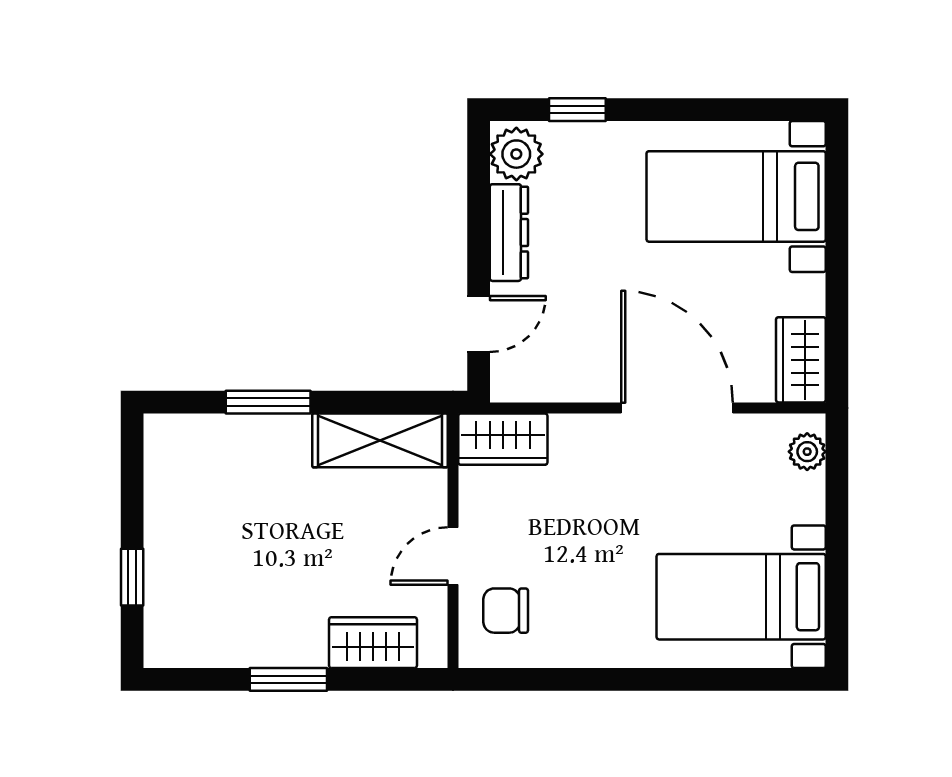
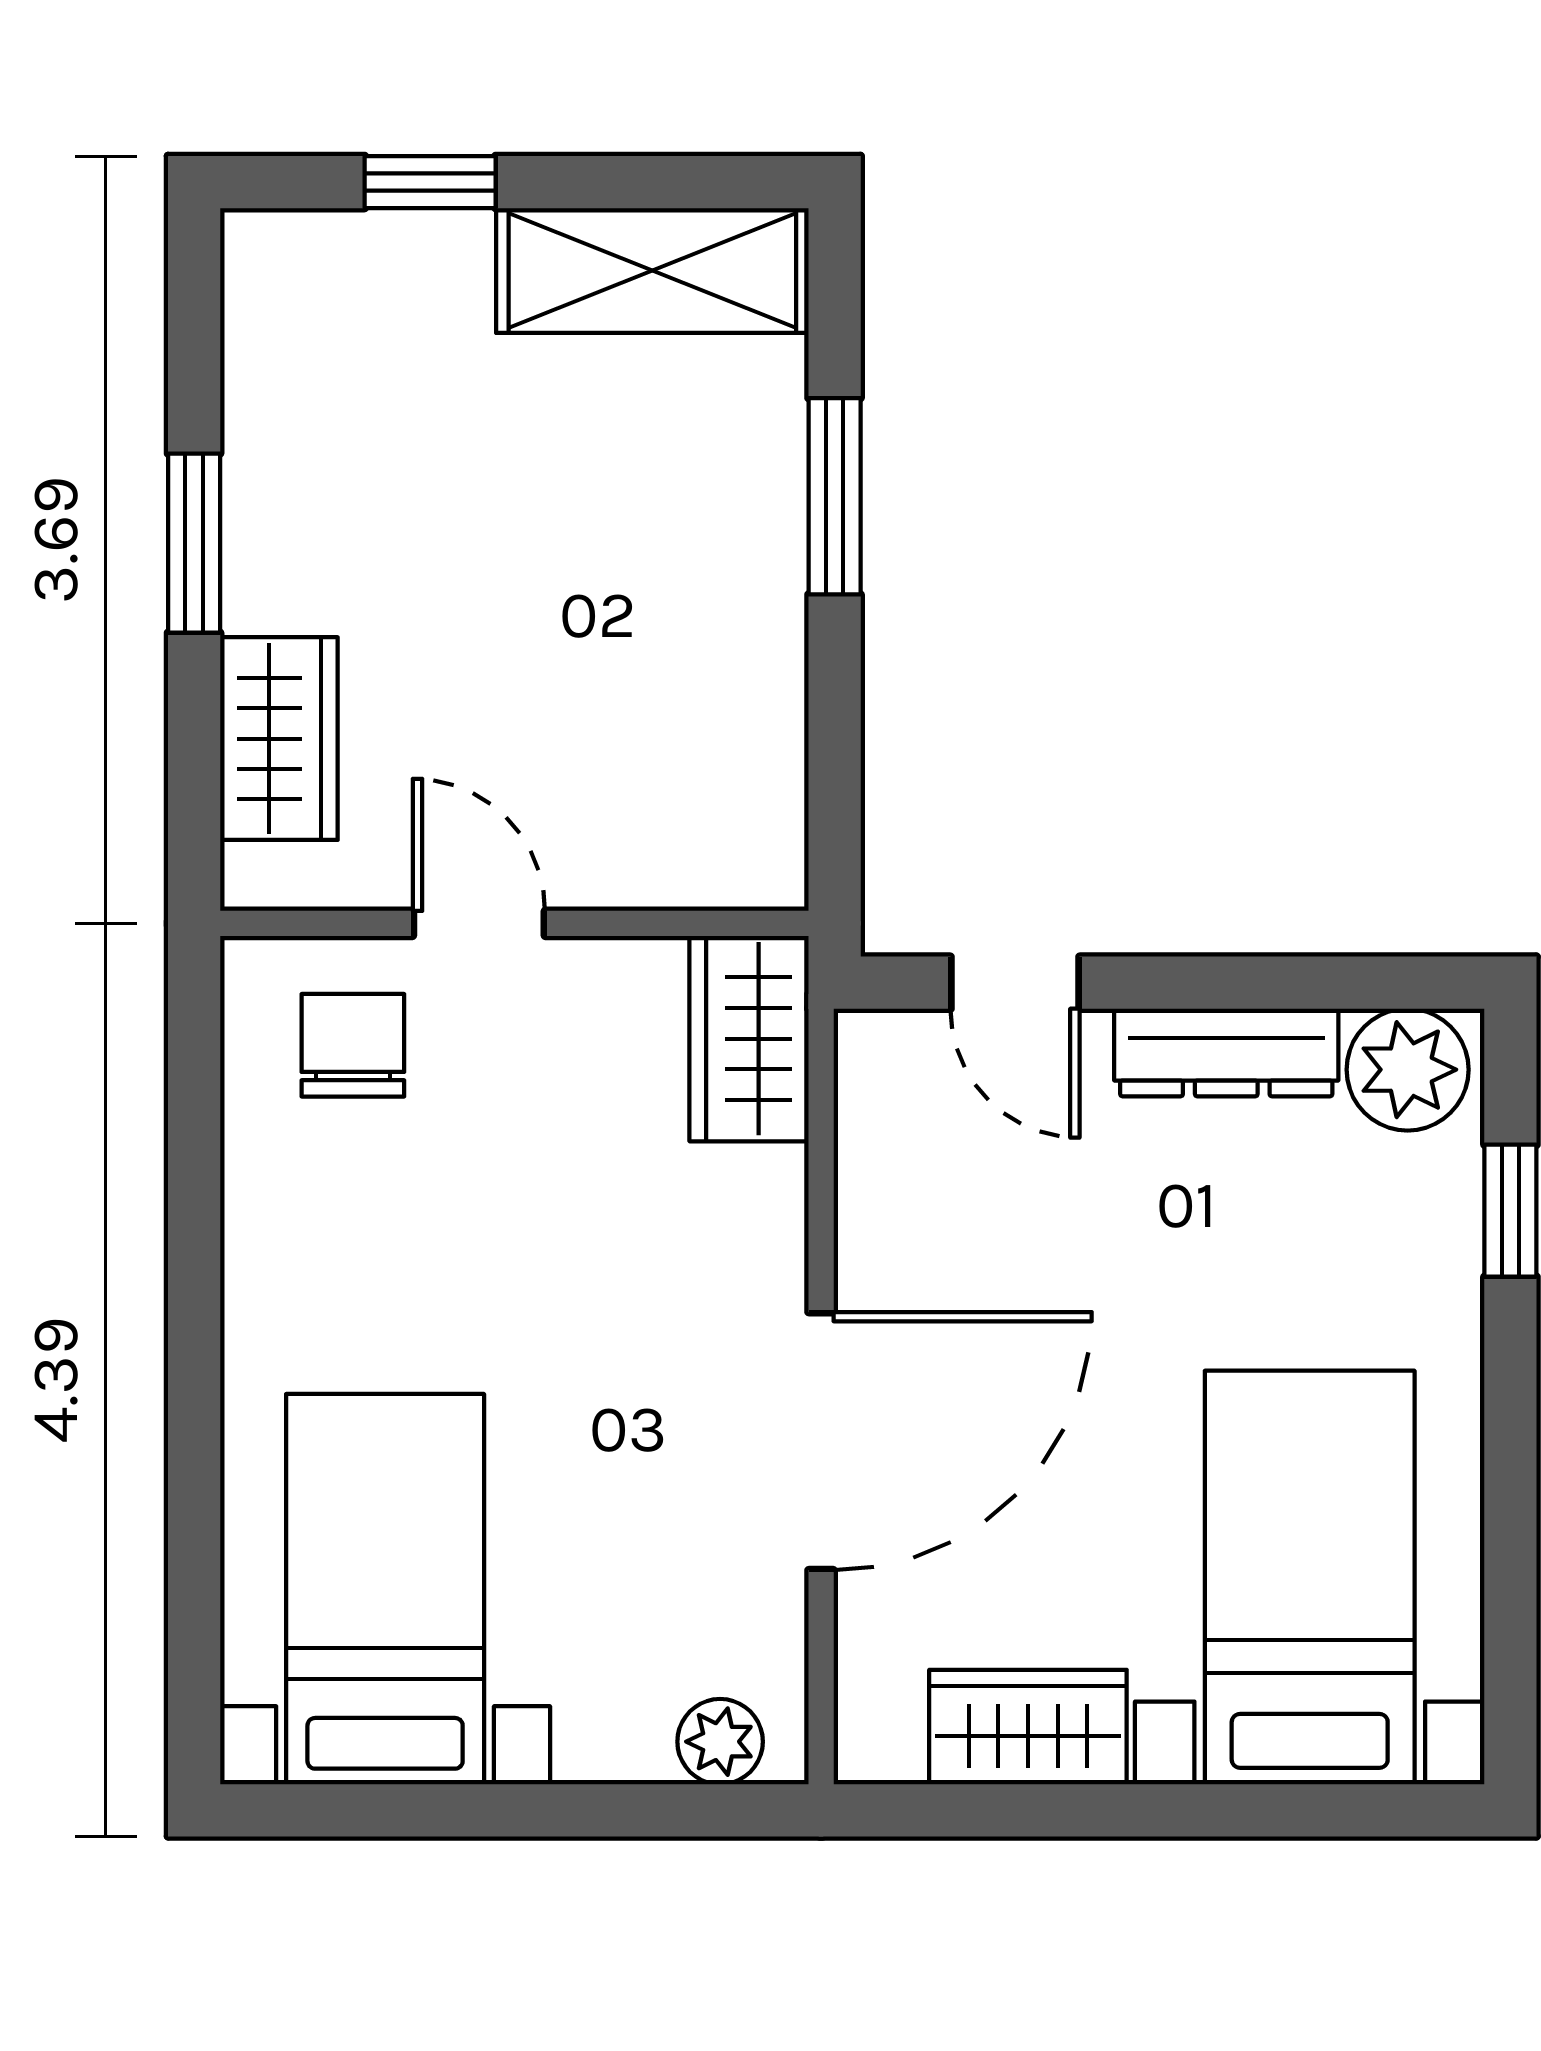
wardrobe: (801, 360) -> (1028, 1727), moved
shelving: (380, 440) -> (652, 271), moved, turned 90

